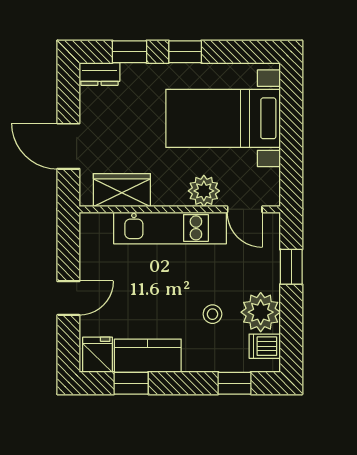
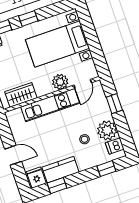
door: (245, 209) -> (83, 84), hinge flipped
door: (68, 298) -> (13, 155), hinge flipped

